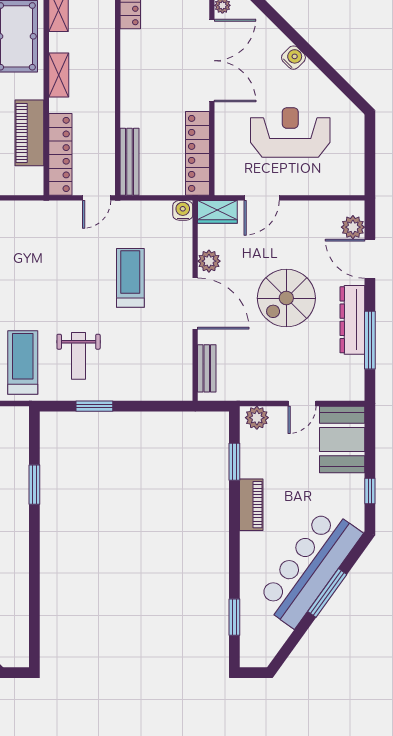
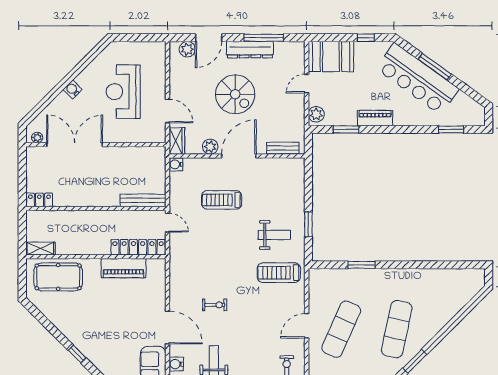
shelving: (59, 75) -> (84, 248), removed
locker: (198, 153) -> (137, 154), removed
door: (302, 403) -> (307, 84), swing flipped

